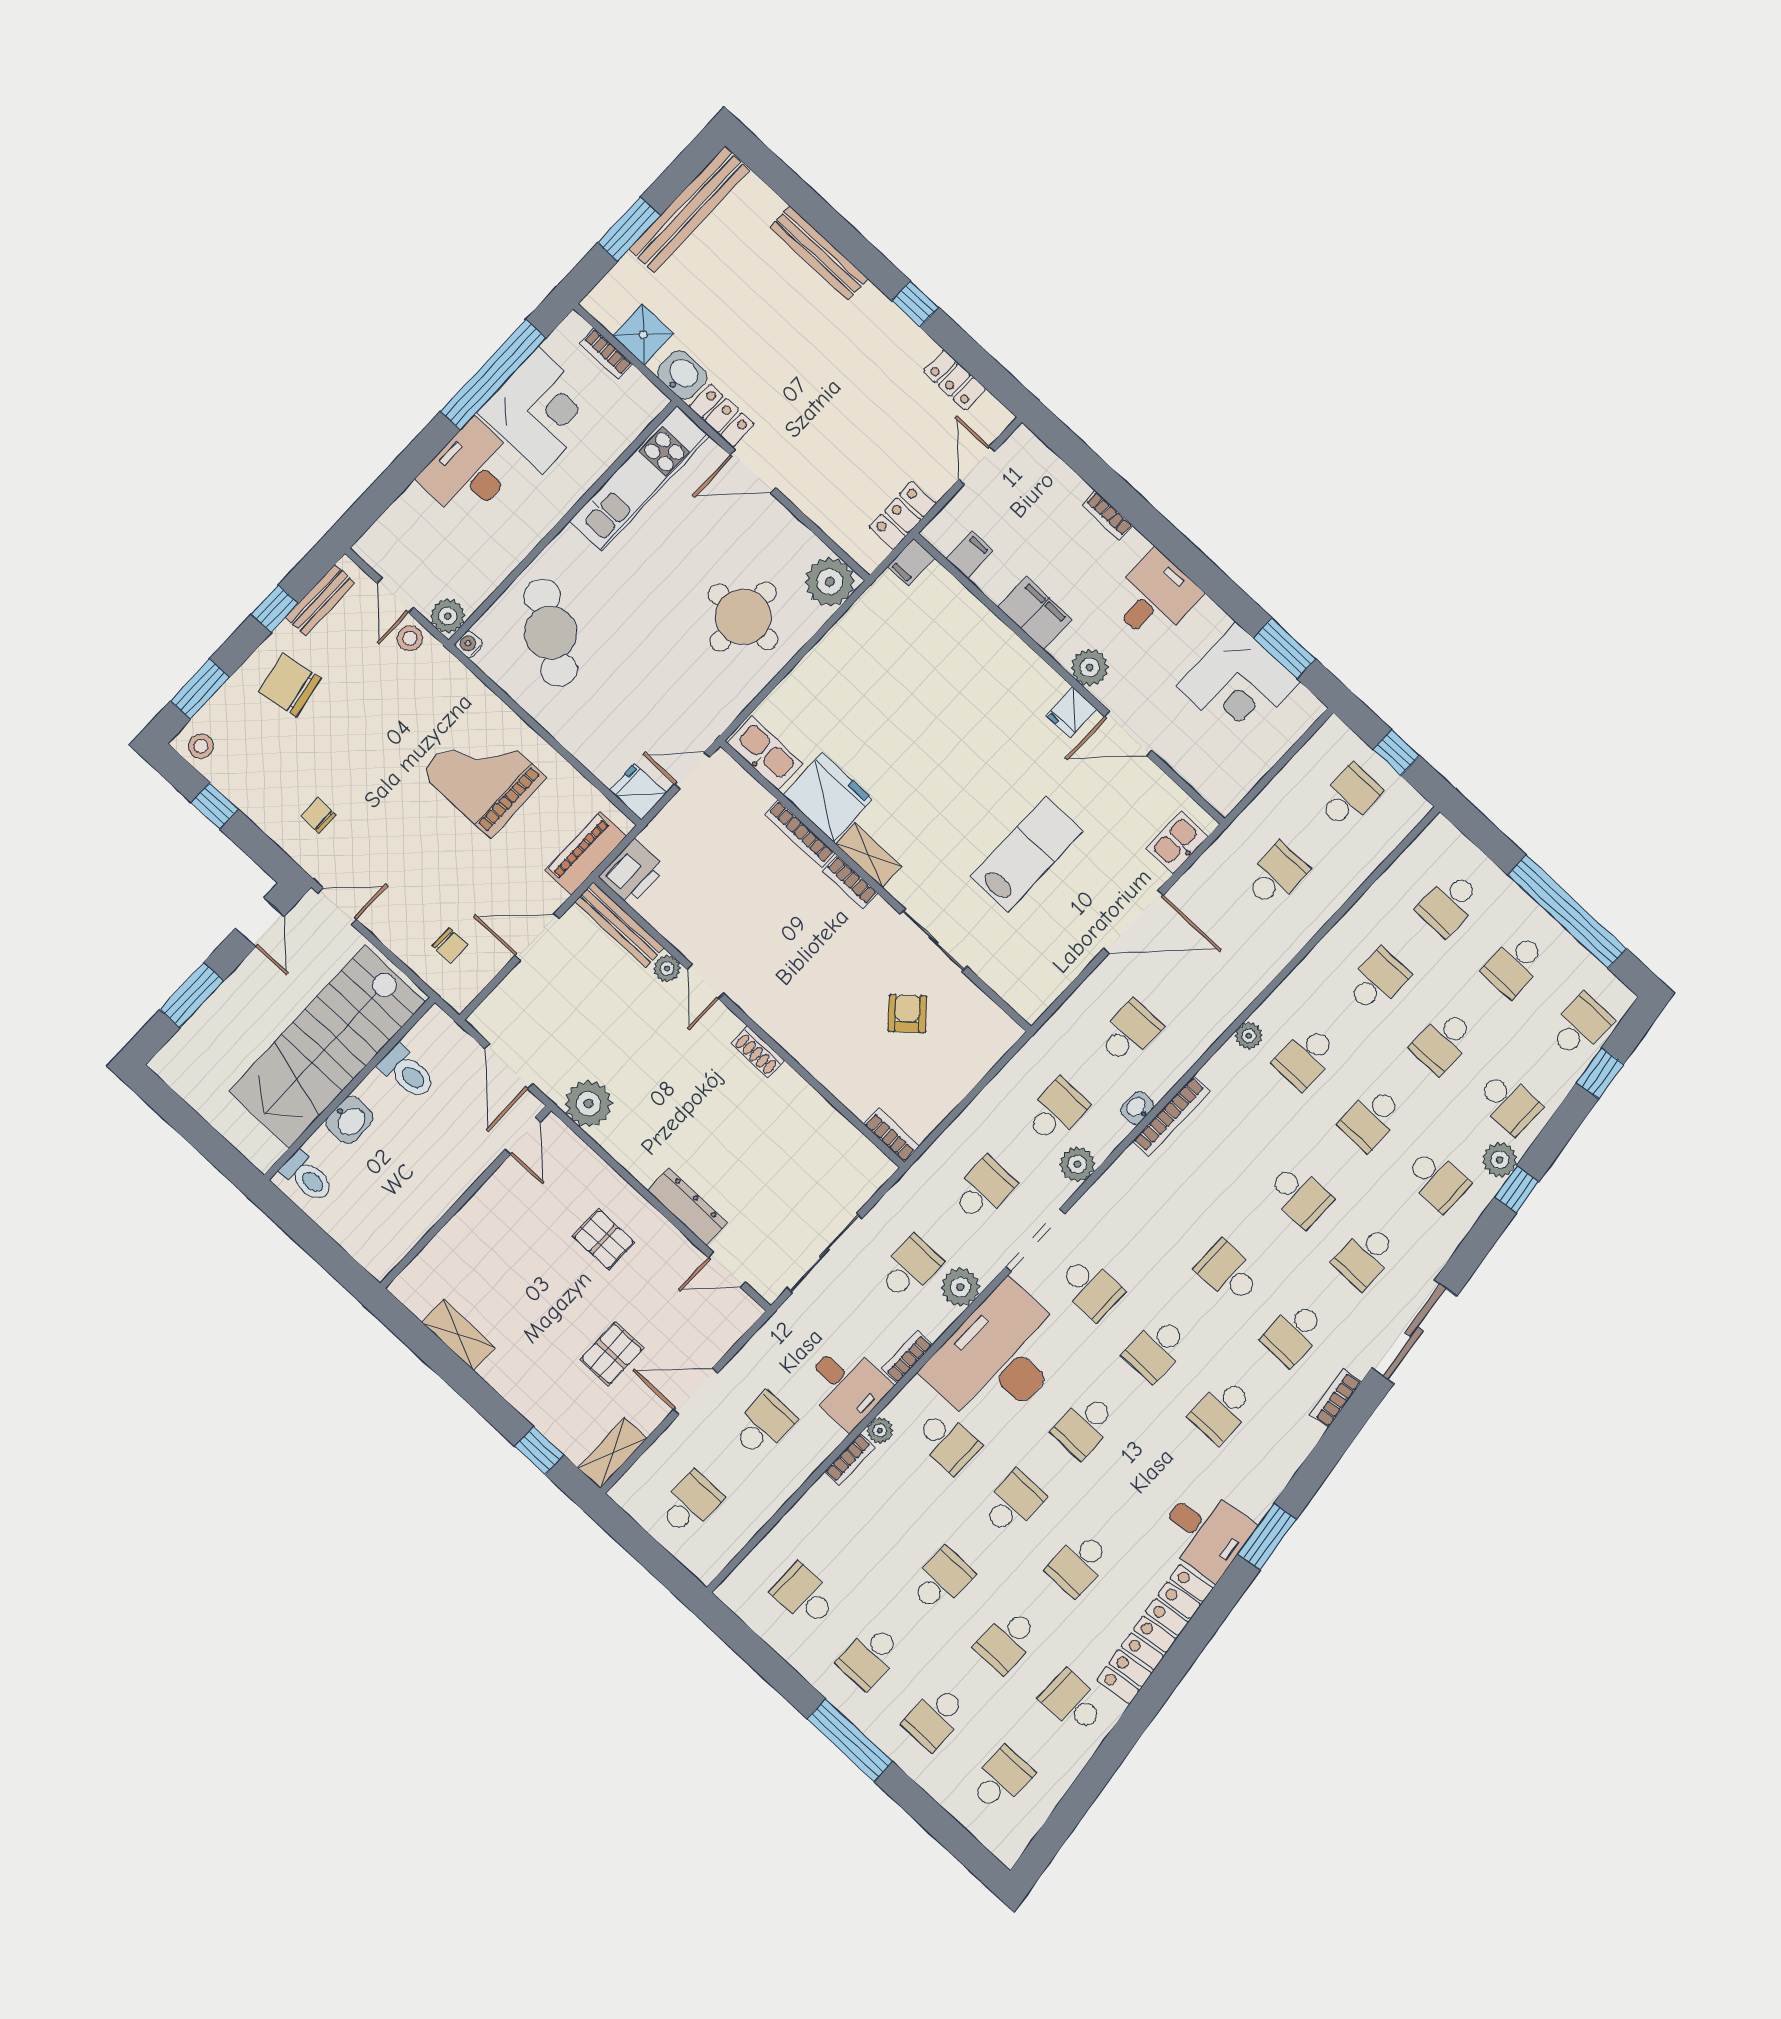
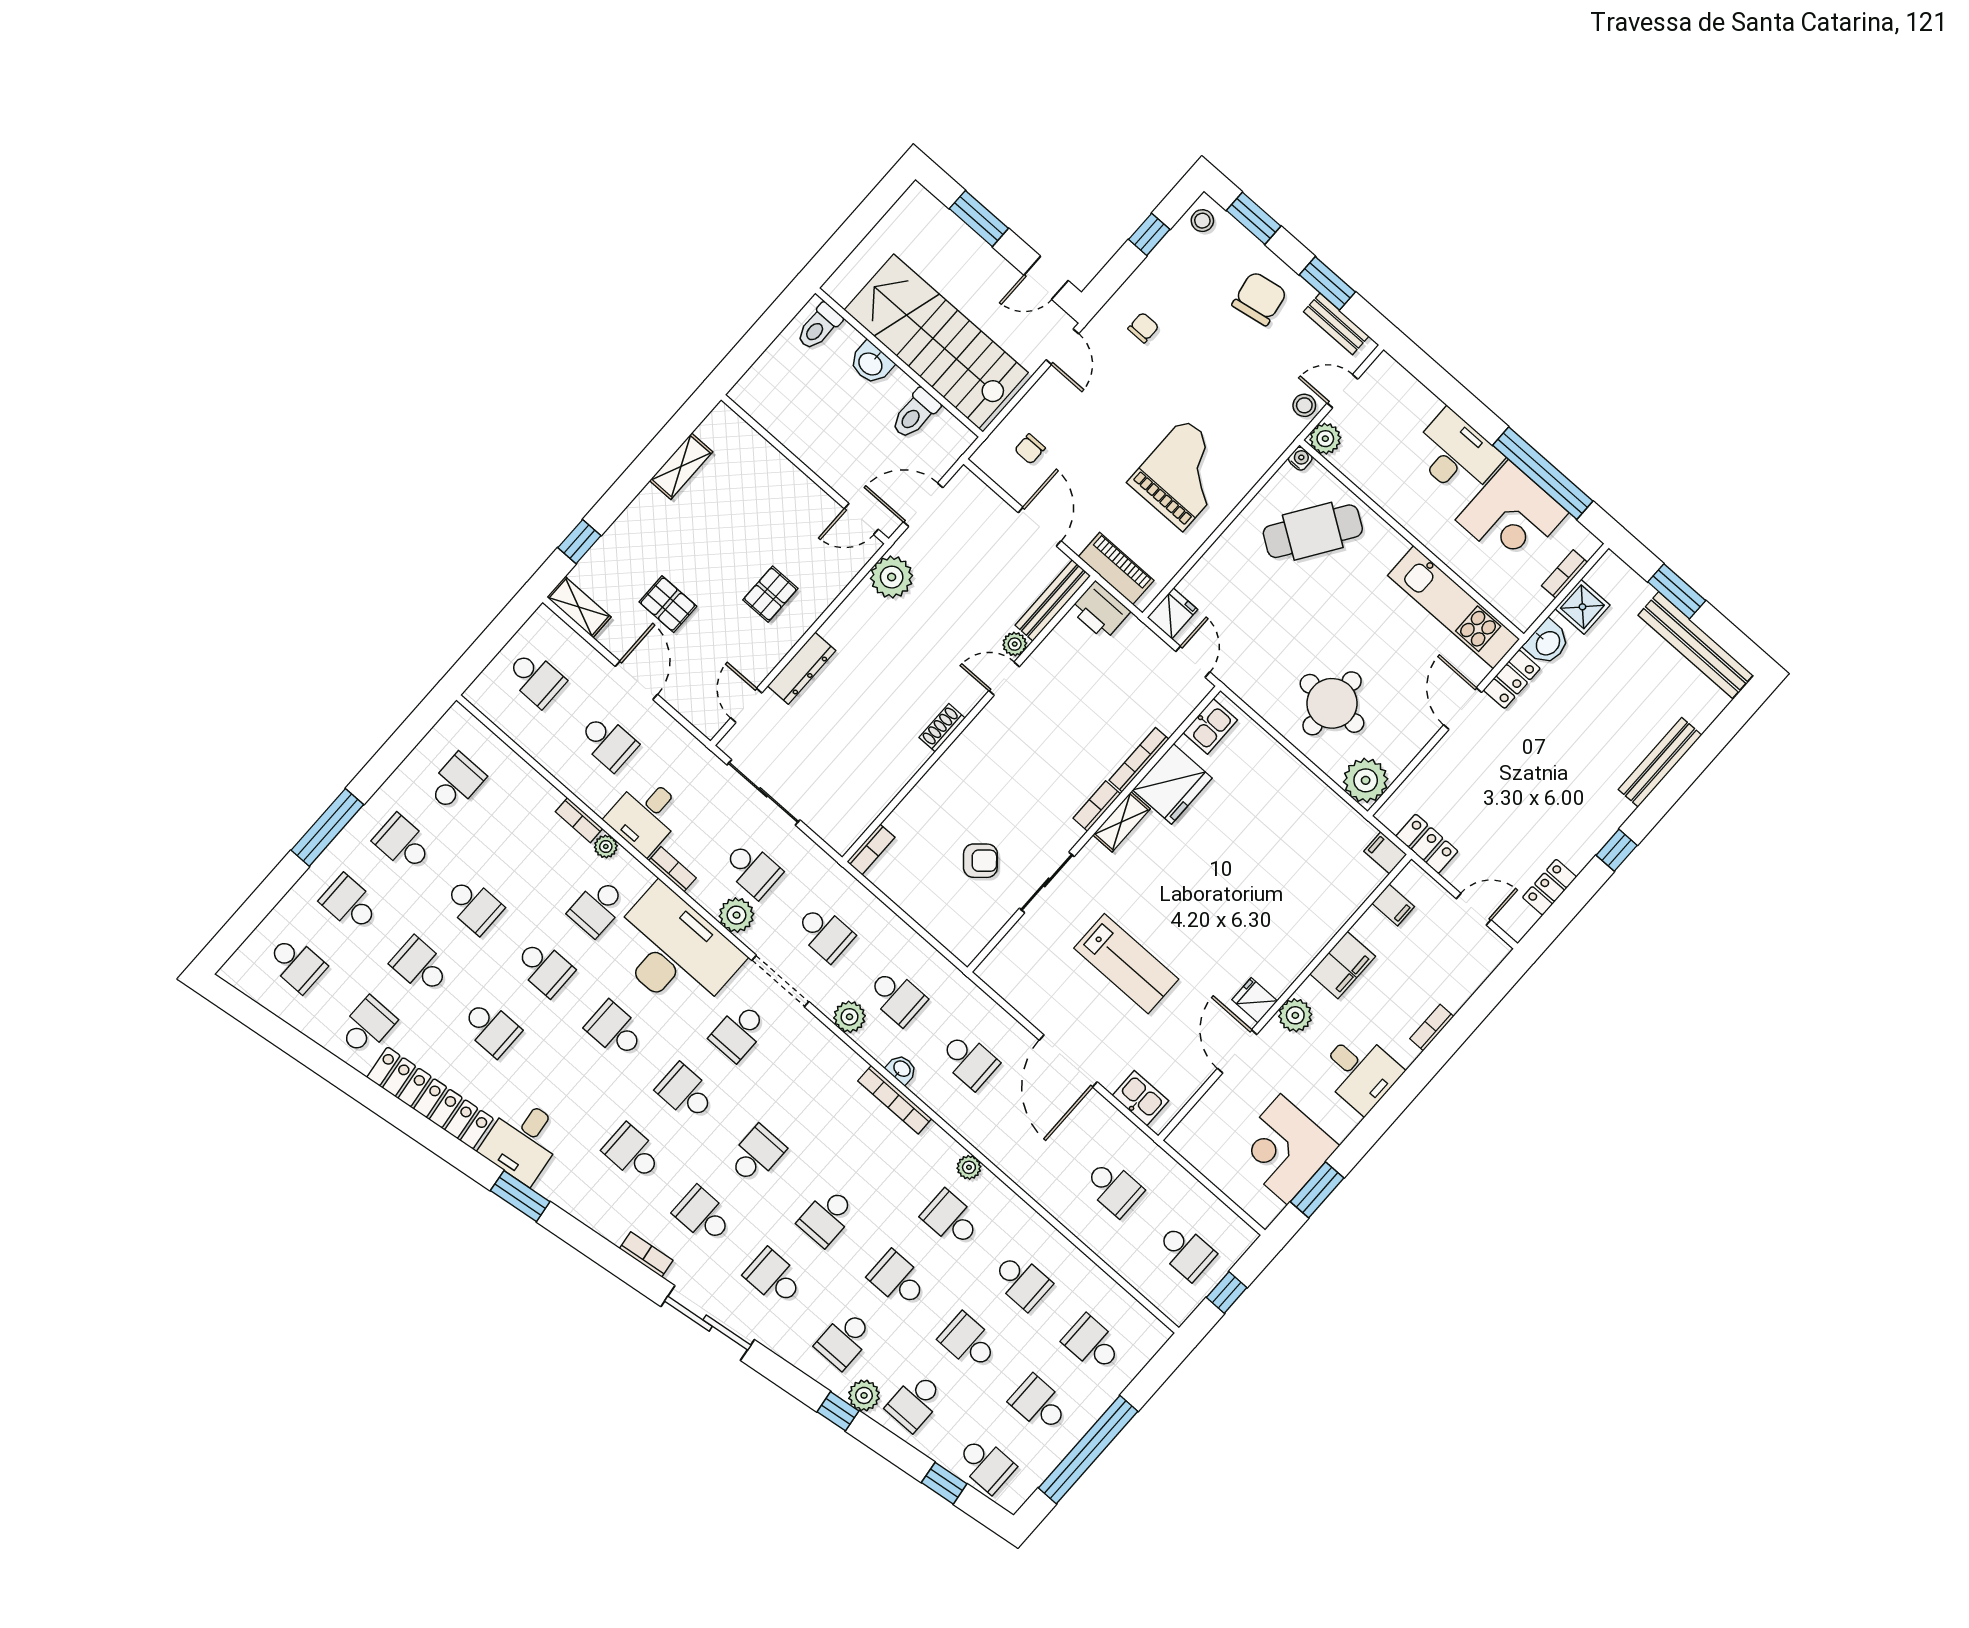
window: (275, 609) -> (1327, 283), width x1.50
kitchen sink: (765, 753) -> (1210, 726), width x0.73
school desk: (1079, 1564) -> (491, 1028), turned 180

